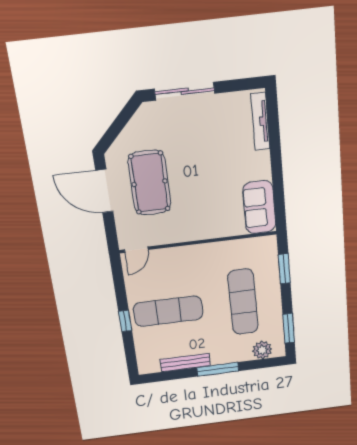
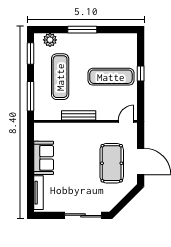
sofa: (259, 207) -> (44, 158), moved
window: (284, 269) -> (30, 96), width x1.44
bench: (185, 363) -> (79, 115), moved

